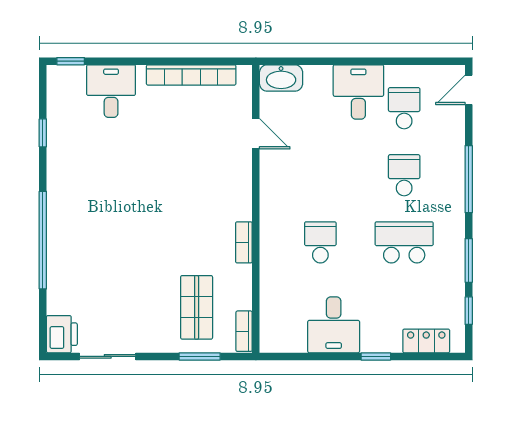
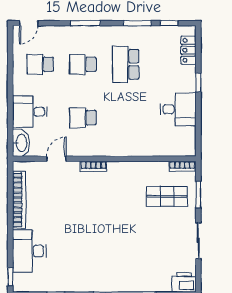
door: (469, 90) -> (29, 23), hinge flipped
desk: (111, 91) -> (29, 251), width x1.37
desk: (358, 92) -> (30, 112), moved
window: (469, 179) -> (85, 23), width x0.69
bookcase: (244, 242) -> (93, 166), moved
school desk: (320, 242) -> (83, 118), moved
sliding door: (108, 356) -> (198, 241), moved

